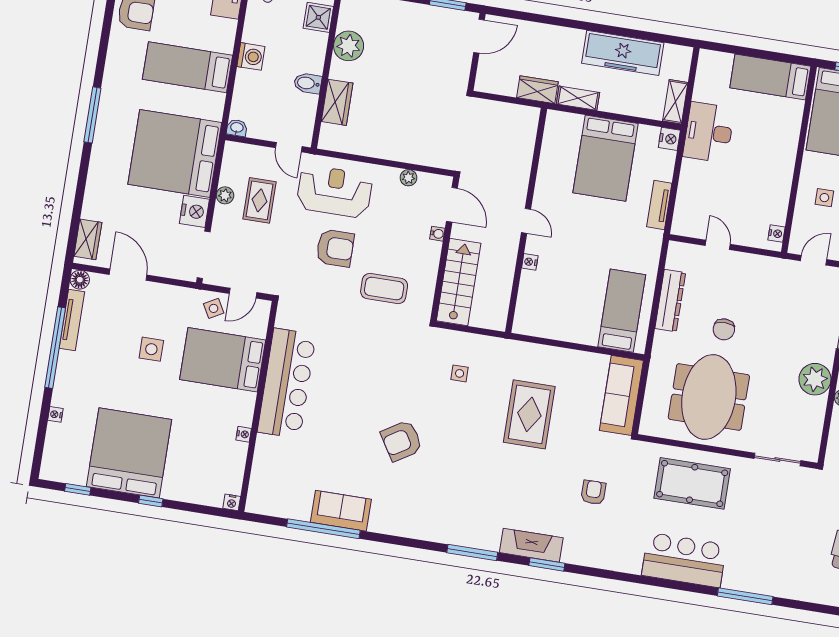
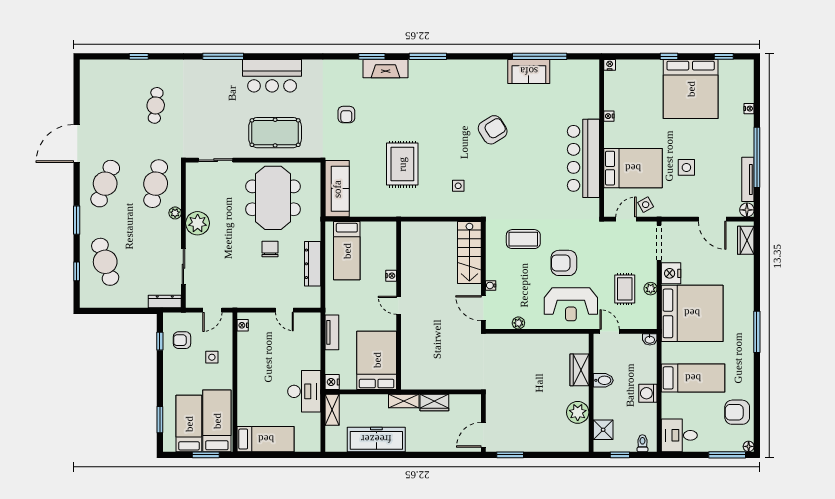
wall: (526, 220) -> (399, 306), moved
door: (526, 221) -> (399, 305), moved
nightstand: (530, 262) -> (391, 276), moved

